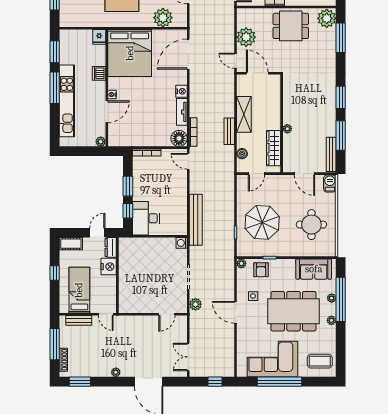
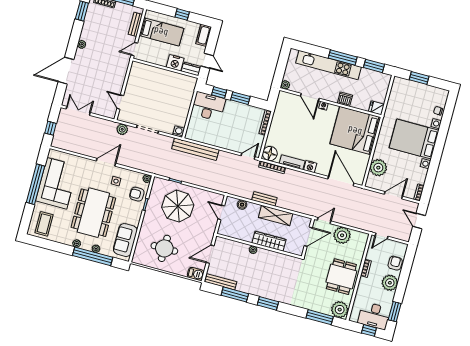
wardrobe: (274, 148) -> (269, 241), moved

